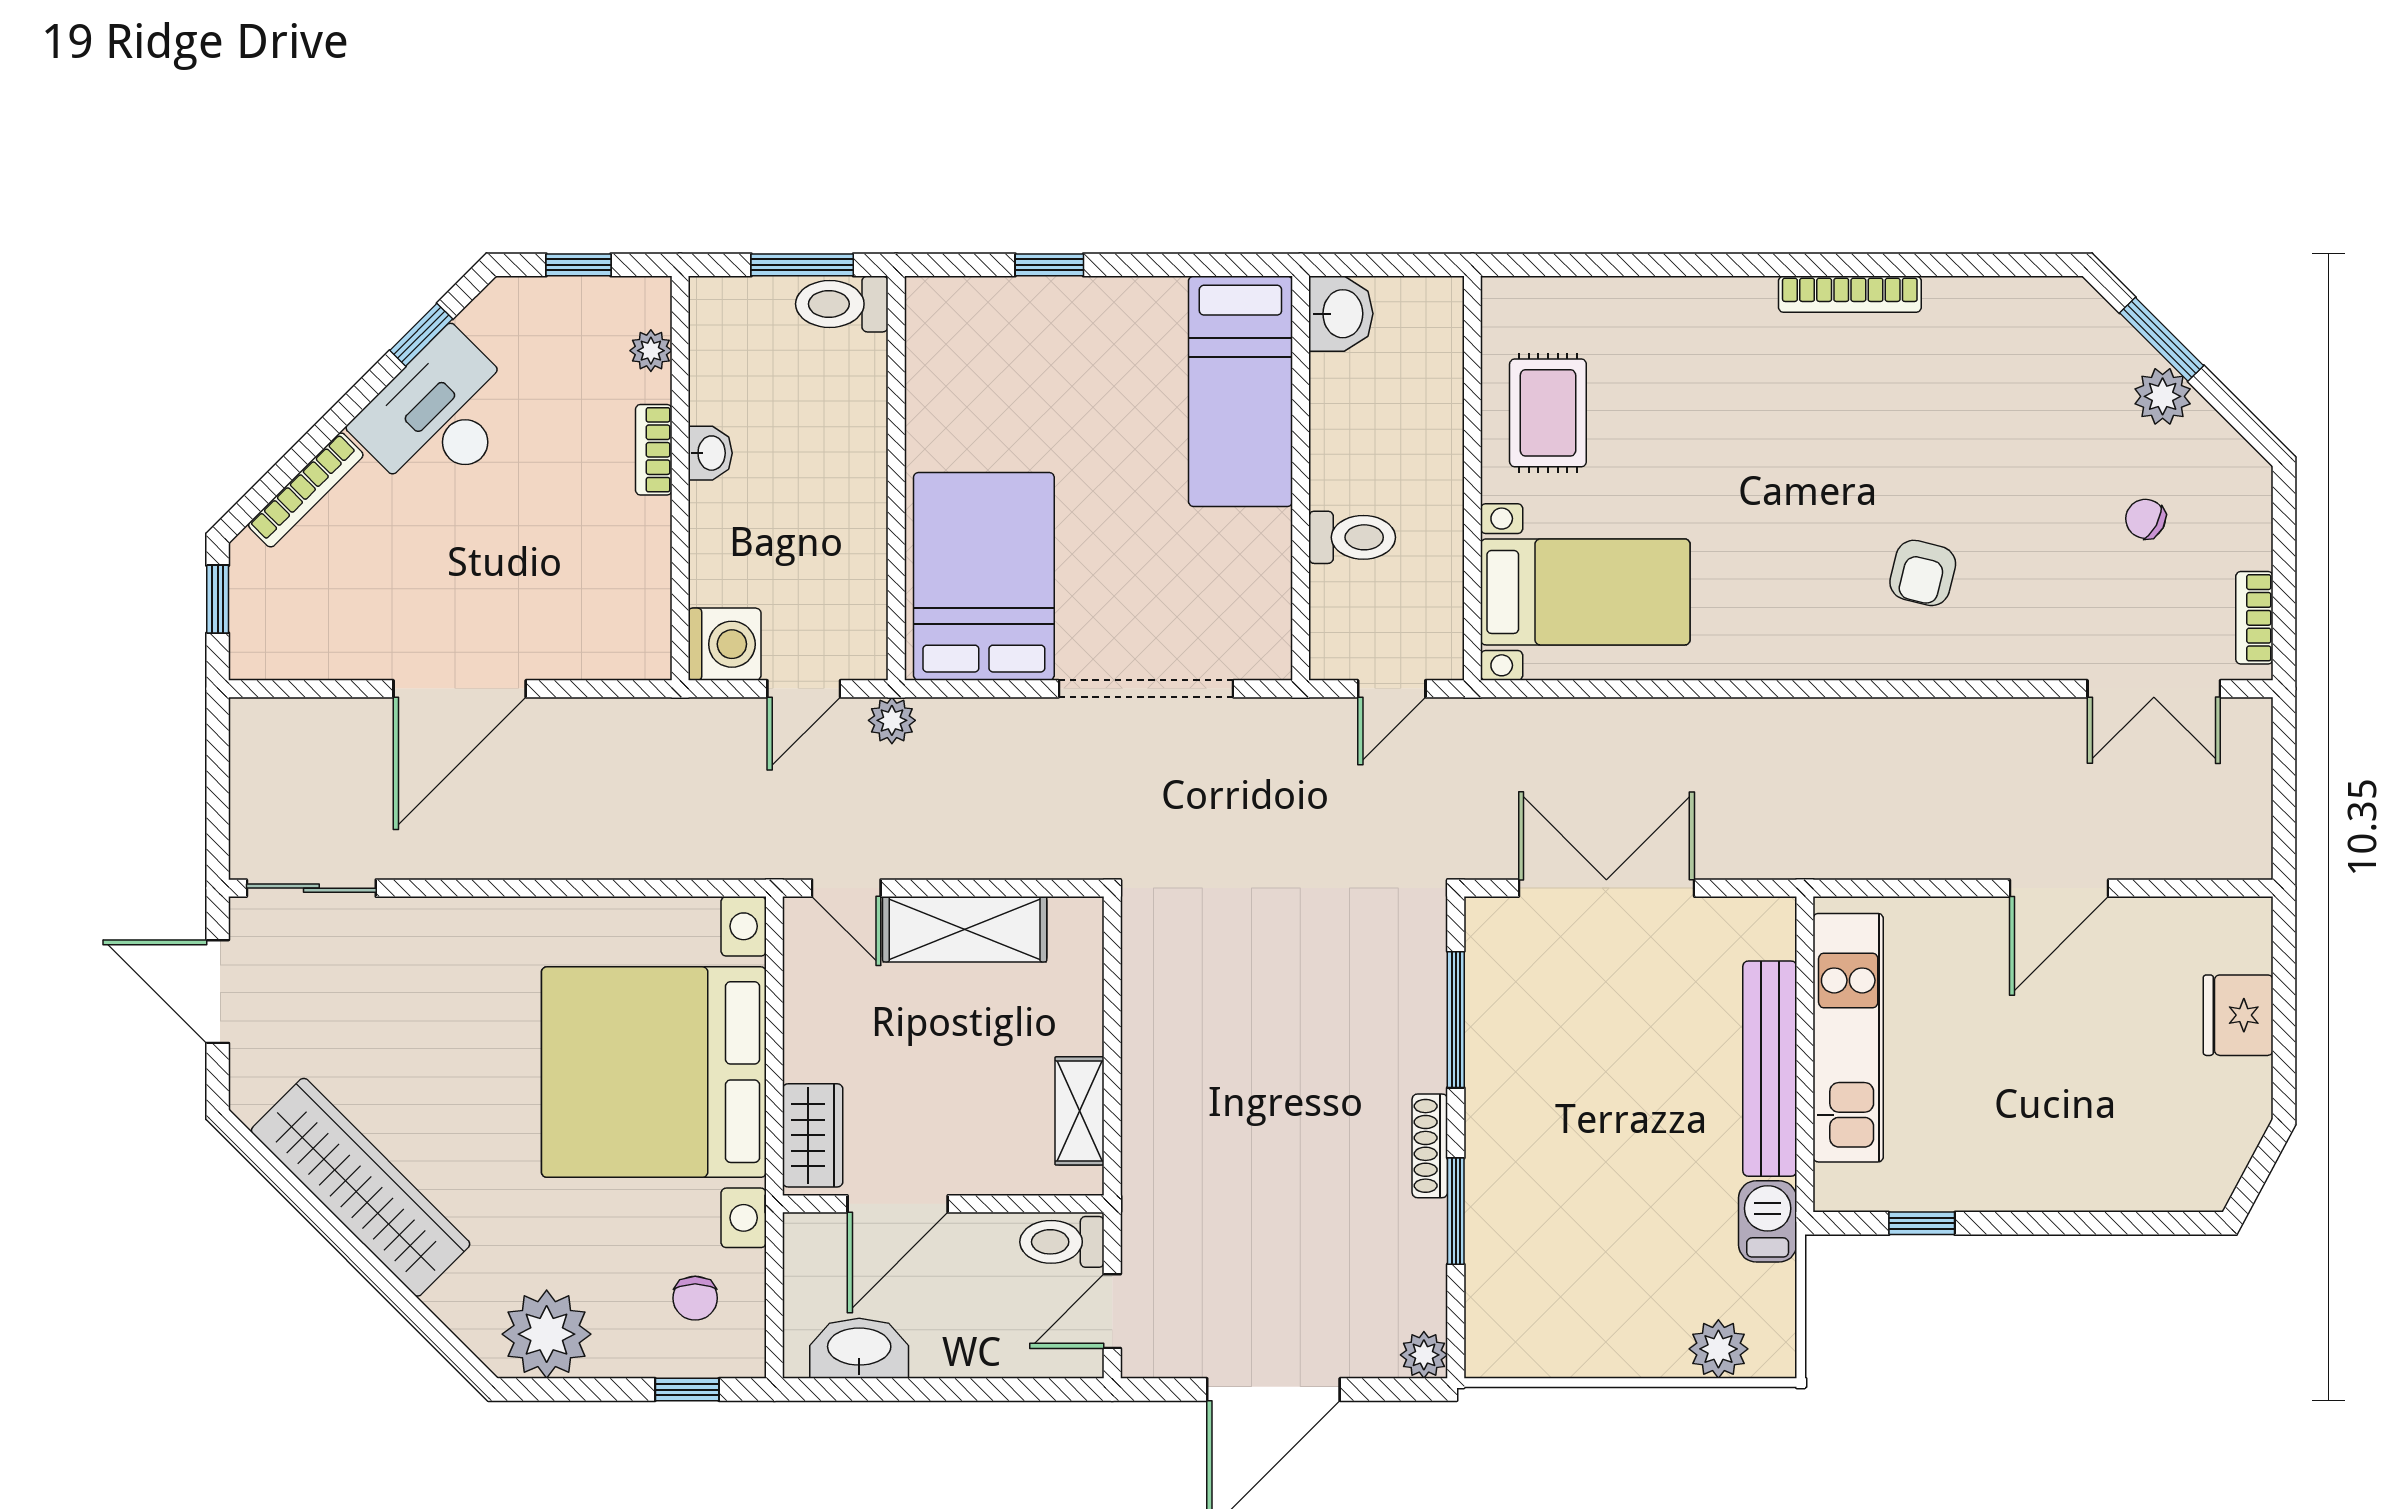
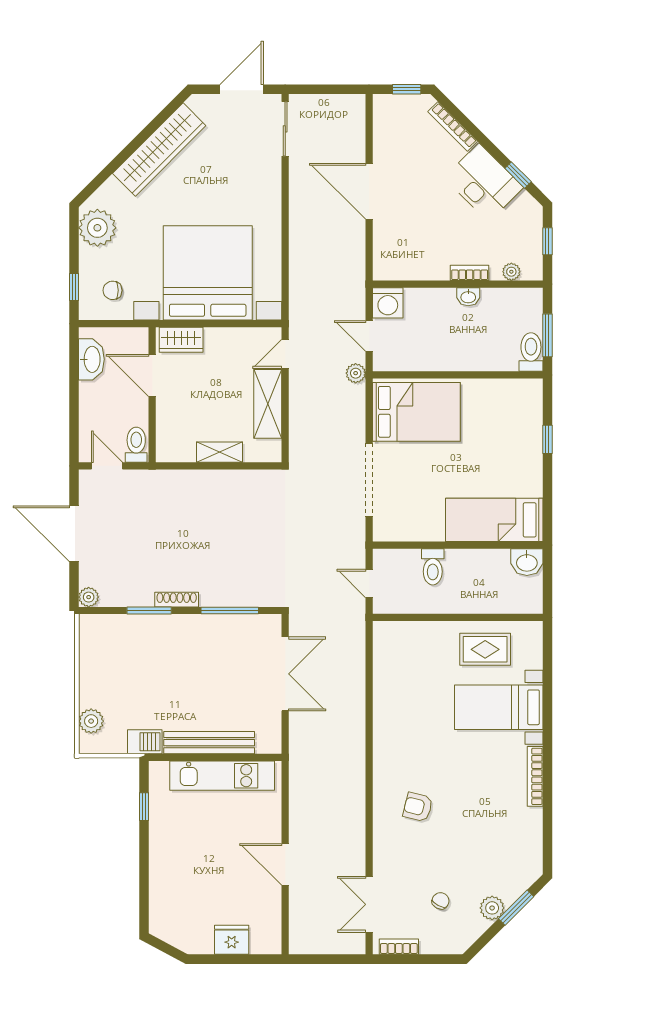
bed with nightstands: (1585, 592) -> (499, 707), moved, turned 90
shelving: (1080, 1111) -> (219, 452), moved

